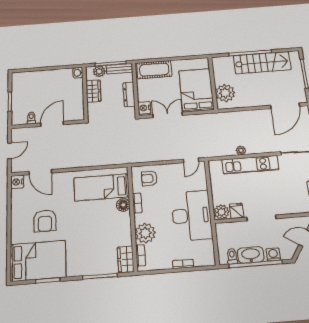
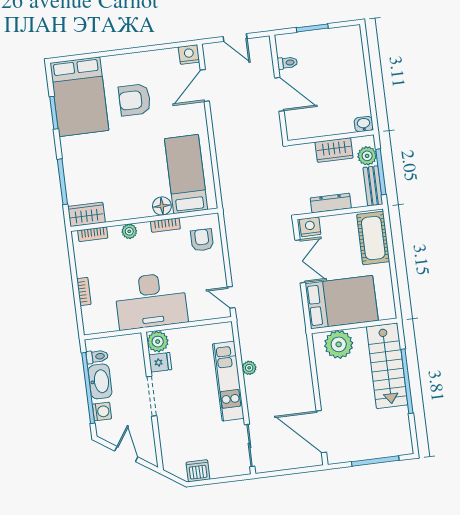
stairs: (262, 63) -> (387, 366), moved
plant: (145, 233) -> (129, 231), width x0.53, depth x0.53

